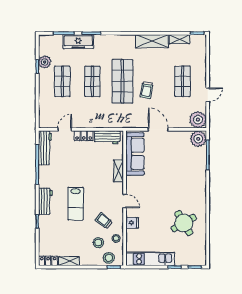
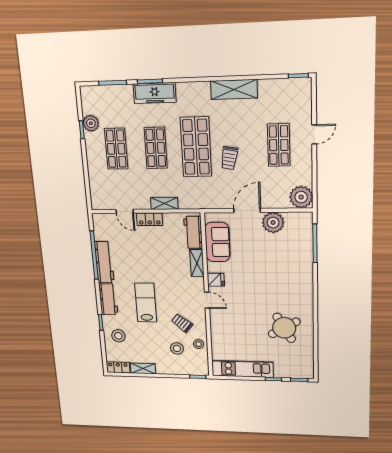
shelving: (179, 39) -> (164, 203), moved
freezer: (78, 42) -> (155, 93), moved
door: (208, 95) -> (314, 134), moved
door: (65, 129) -> (125, 211), swing flipped
door: (158, 129) -> (247, 210), hinge flipped
workbench: (107, 137) -> (193, 232), moved, turned 90
plant: (198, 139) -> (273, 223), moved
workbench: (45, 148) -> (104, 262), moved
sofa: (135, 154) -> (217, 242), width x0.73
lab bench: (76, 204) -> (146, 303), turned 180
fridge: (132, 223) -> (216, 280), moved
stool: (109, 258) -> (118, 336), moved

